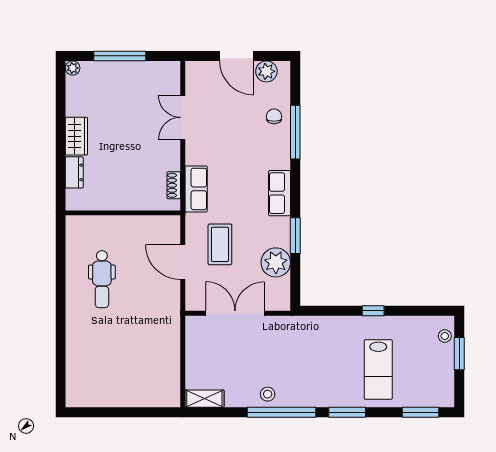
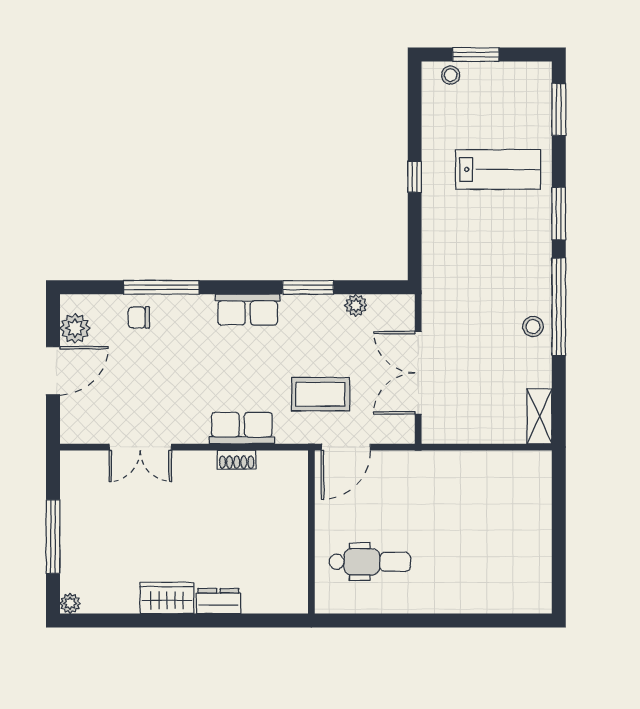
wall: (123, 213) -> (311, 532), moved
plant: (276, 262) -> (356, 305), width x0.53, depth x0.53

